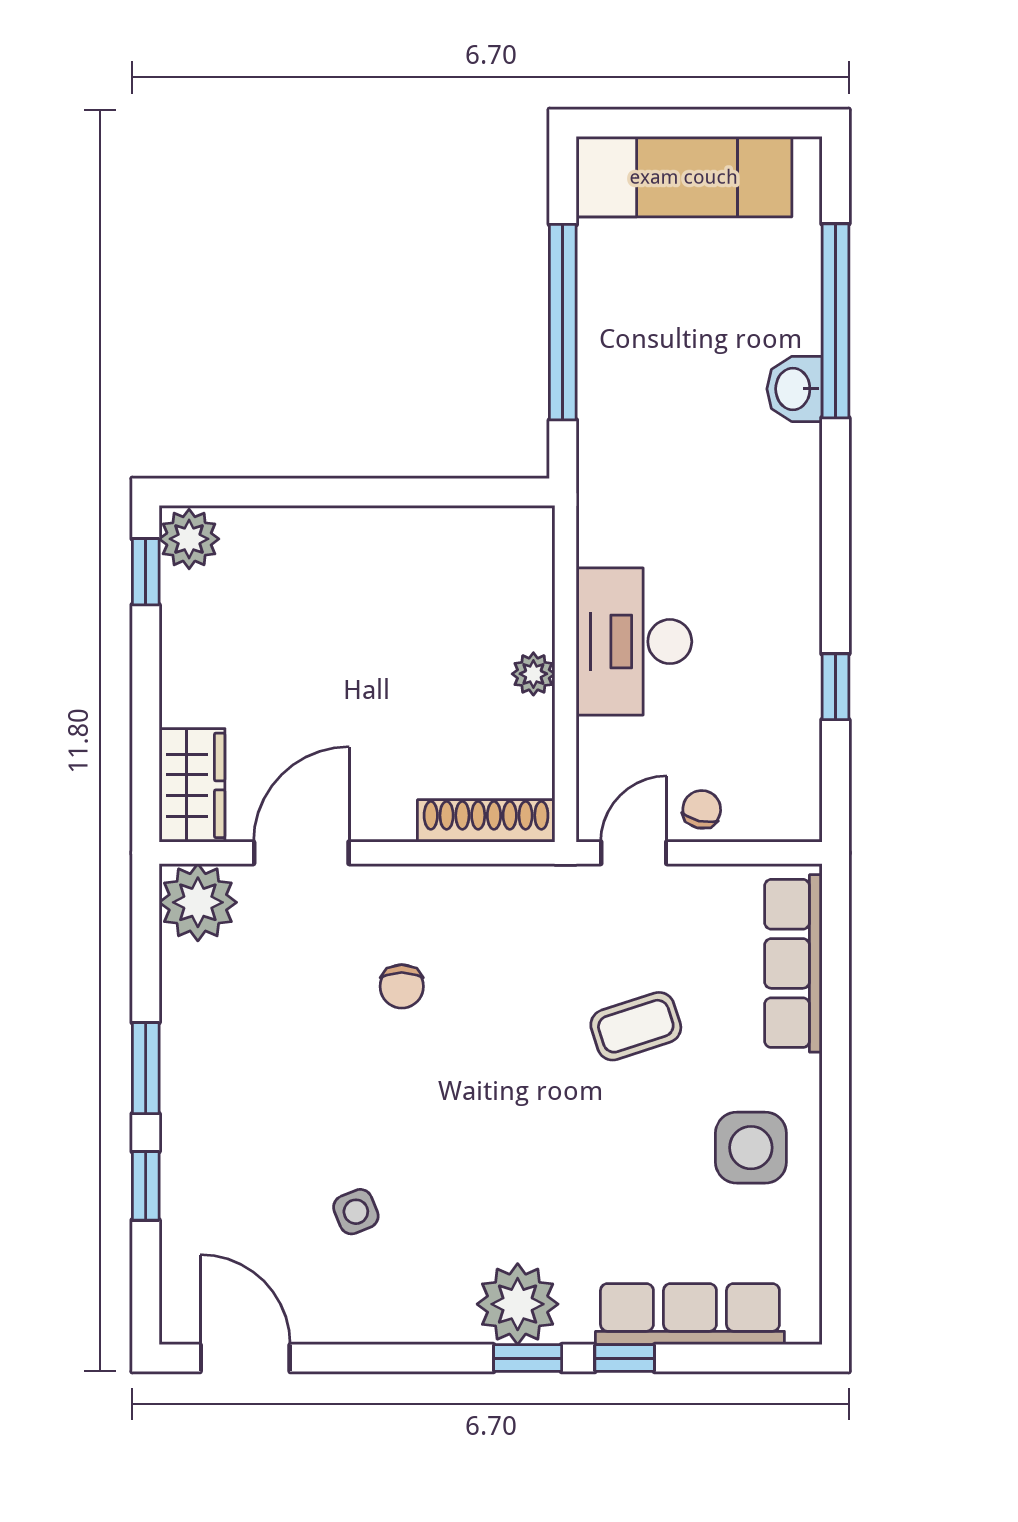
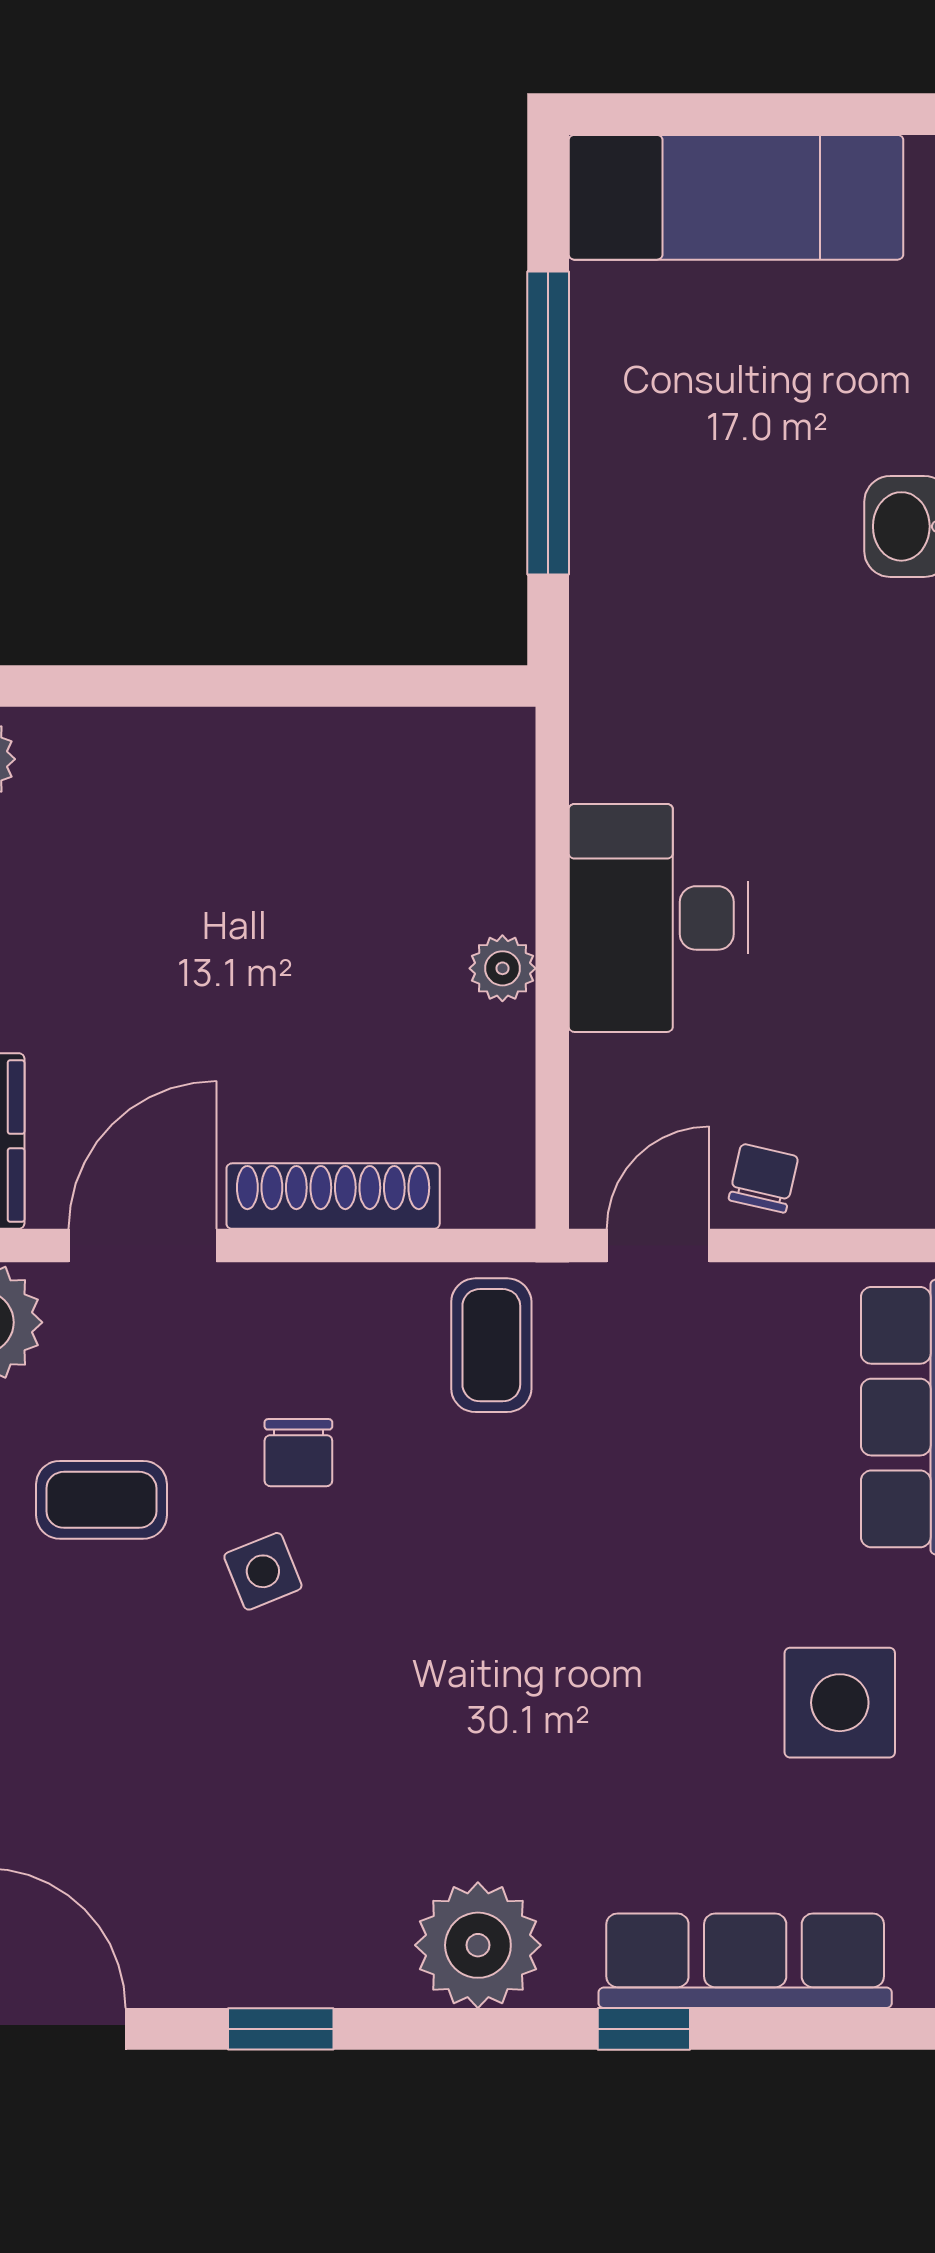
shoe rack: (486, 821) -> (333, 1196), moved
coffee table: (275, 1017) -> (101, 1500), added
coffee table: (636, 1026) -> (491, 1345), moved, turned -72
side table: (356, 1212) -> (263, 1571), moved
window: (528, 1358) -> (281, 2029), moved

